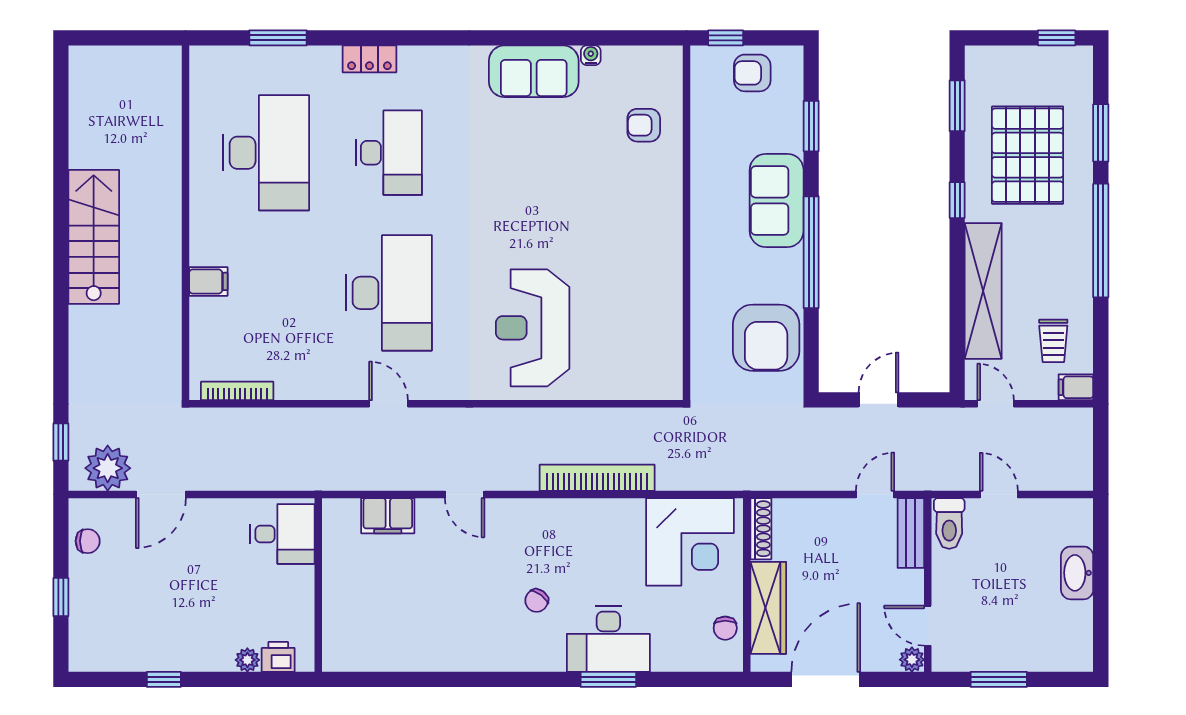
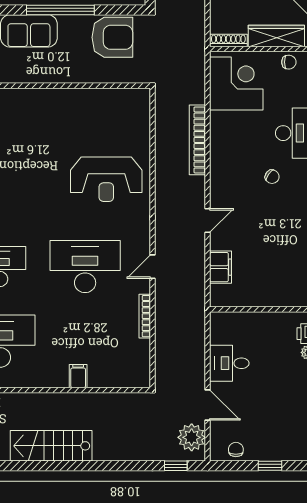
bookcase: (237, 391) -> (145, 316), moved
desk: (282, 534) -> (229, 363), moved, turned -90

